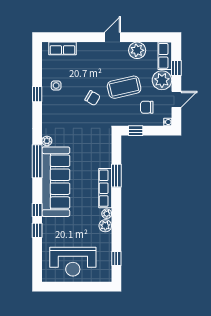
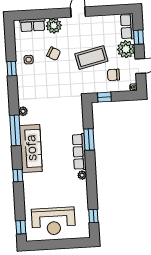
plant: (137, 50) -> (54, 26), moved
chair: (93, 98) -> (54, 54), moved
sofa: (56, 182) -> (31, 148), width x0.74, depth x0.79
plant: (105, 226) -> (81, 186), removed
window: (37, 230) -> (21, 227), moved

